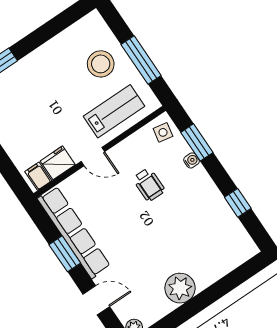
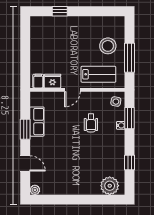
door: (93, 157) -> (72, 90), hinge flipped
row of seats: (74, 232) -> (37, 122), width x0.50
plant: (180, 288) -> (110, 186), moved

